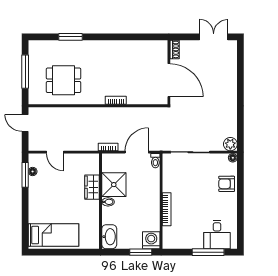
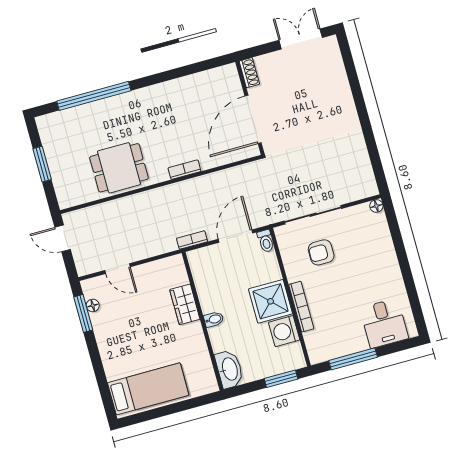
window: (70, 37) -> (94, 96), width x2.11
window: (25, 72) -> (42, 164), width x0.69
dining table: (64, 80) -> (119, 168), moved
door: (169, 80) -> (253, 119), swing flipped
plant: (230, 144) -> (367, 187), removed
armchair: (227, 184) -> (321, 252), moved
shower: (114, 185) -> (271, 301), moved
washing machine: (151, 240) -> (284, 331), moved, turned -90
window: (208, 252) -> (353, 359), moved

